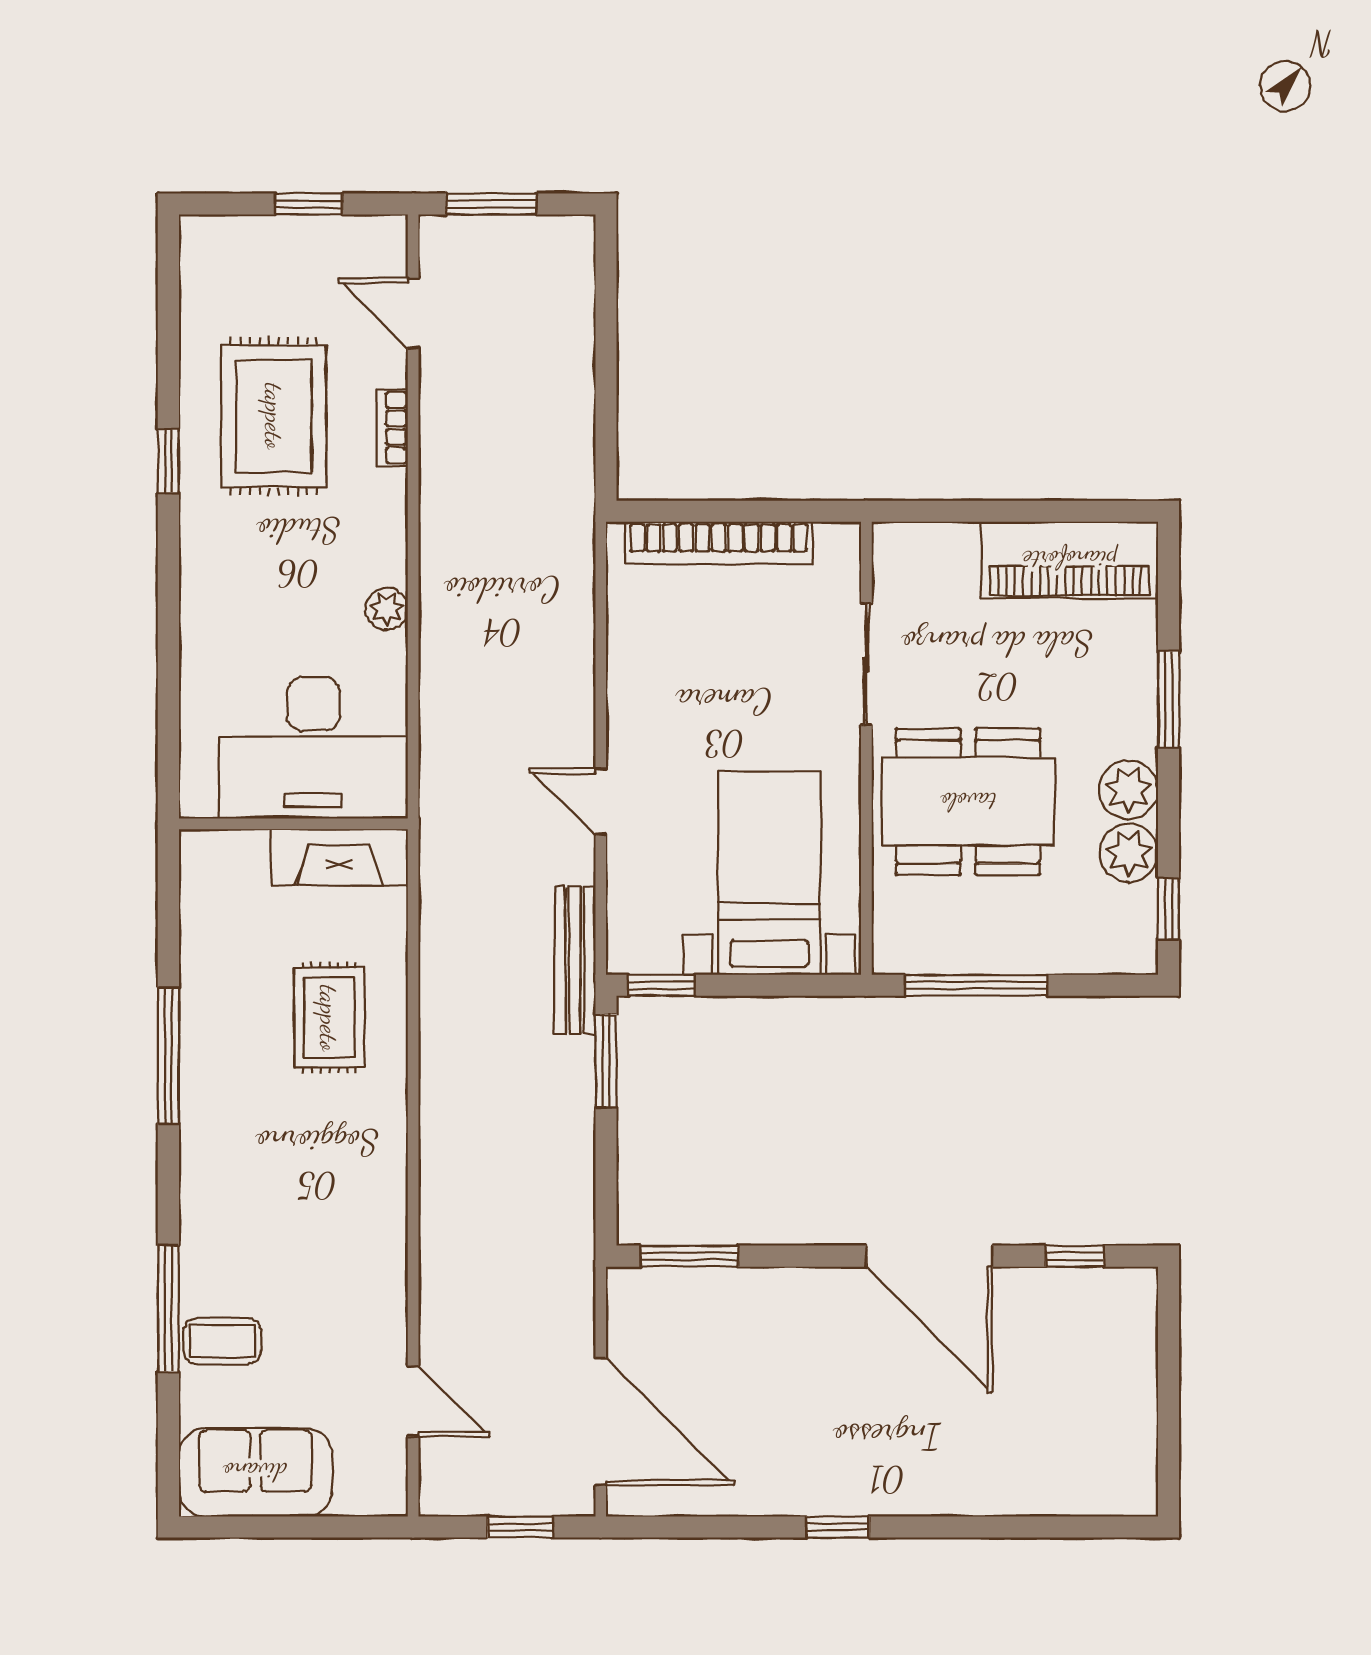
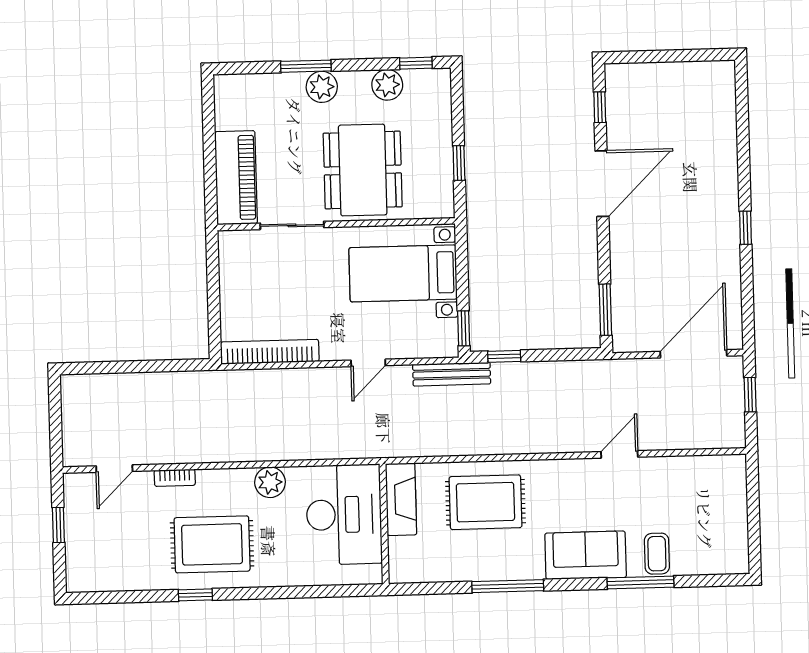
window: (492, 204) -> (56, 429), removed
rug: (274, 416) -> (212, 544), moved
bookcase: (719, 543) -> (270, 352), moved, turned -90
piano: (1069, 560) -> (236, 178), moved
plant: (387, 609) -> (270, 482), width x1.38, depth x1.38
plant: (1128, 790) -> (322, 87), moved
window: (976, 985) -> (459, 163), width x0.46
rug: (329, 1018) -> (485, 502), width x1.36, depth x1.43
window: (606, 1061) -> (504, 356), width x0.67
door: (413, 1401) -> (619, 454), moved
sofa: (255, 1472) -> (586, 555), moved, turned 90

